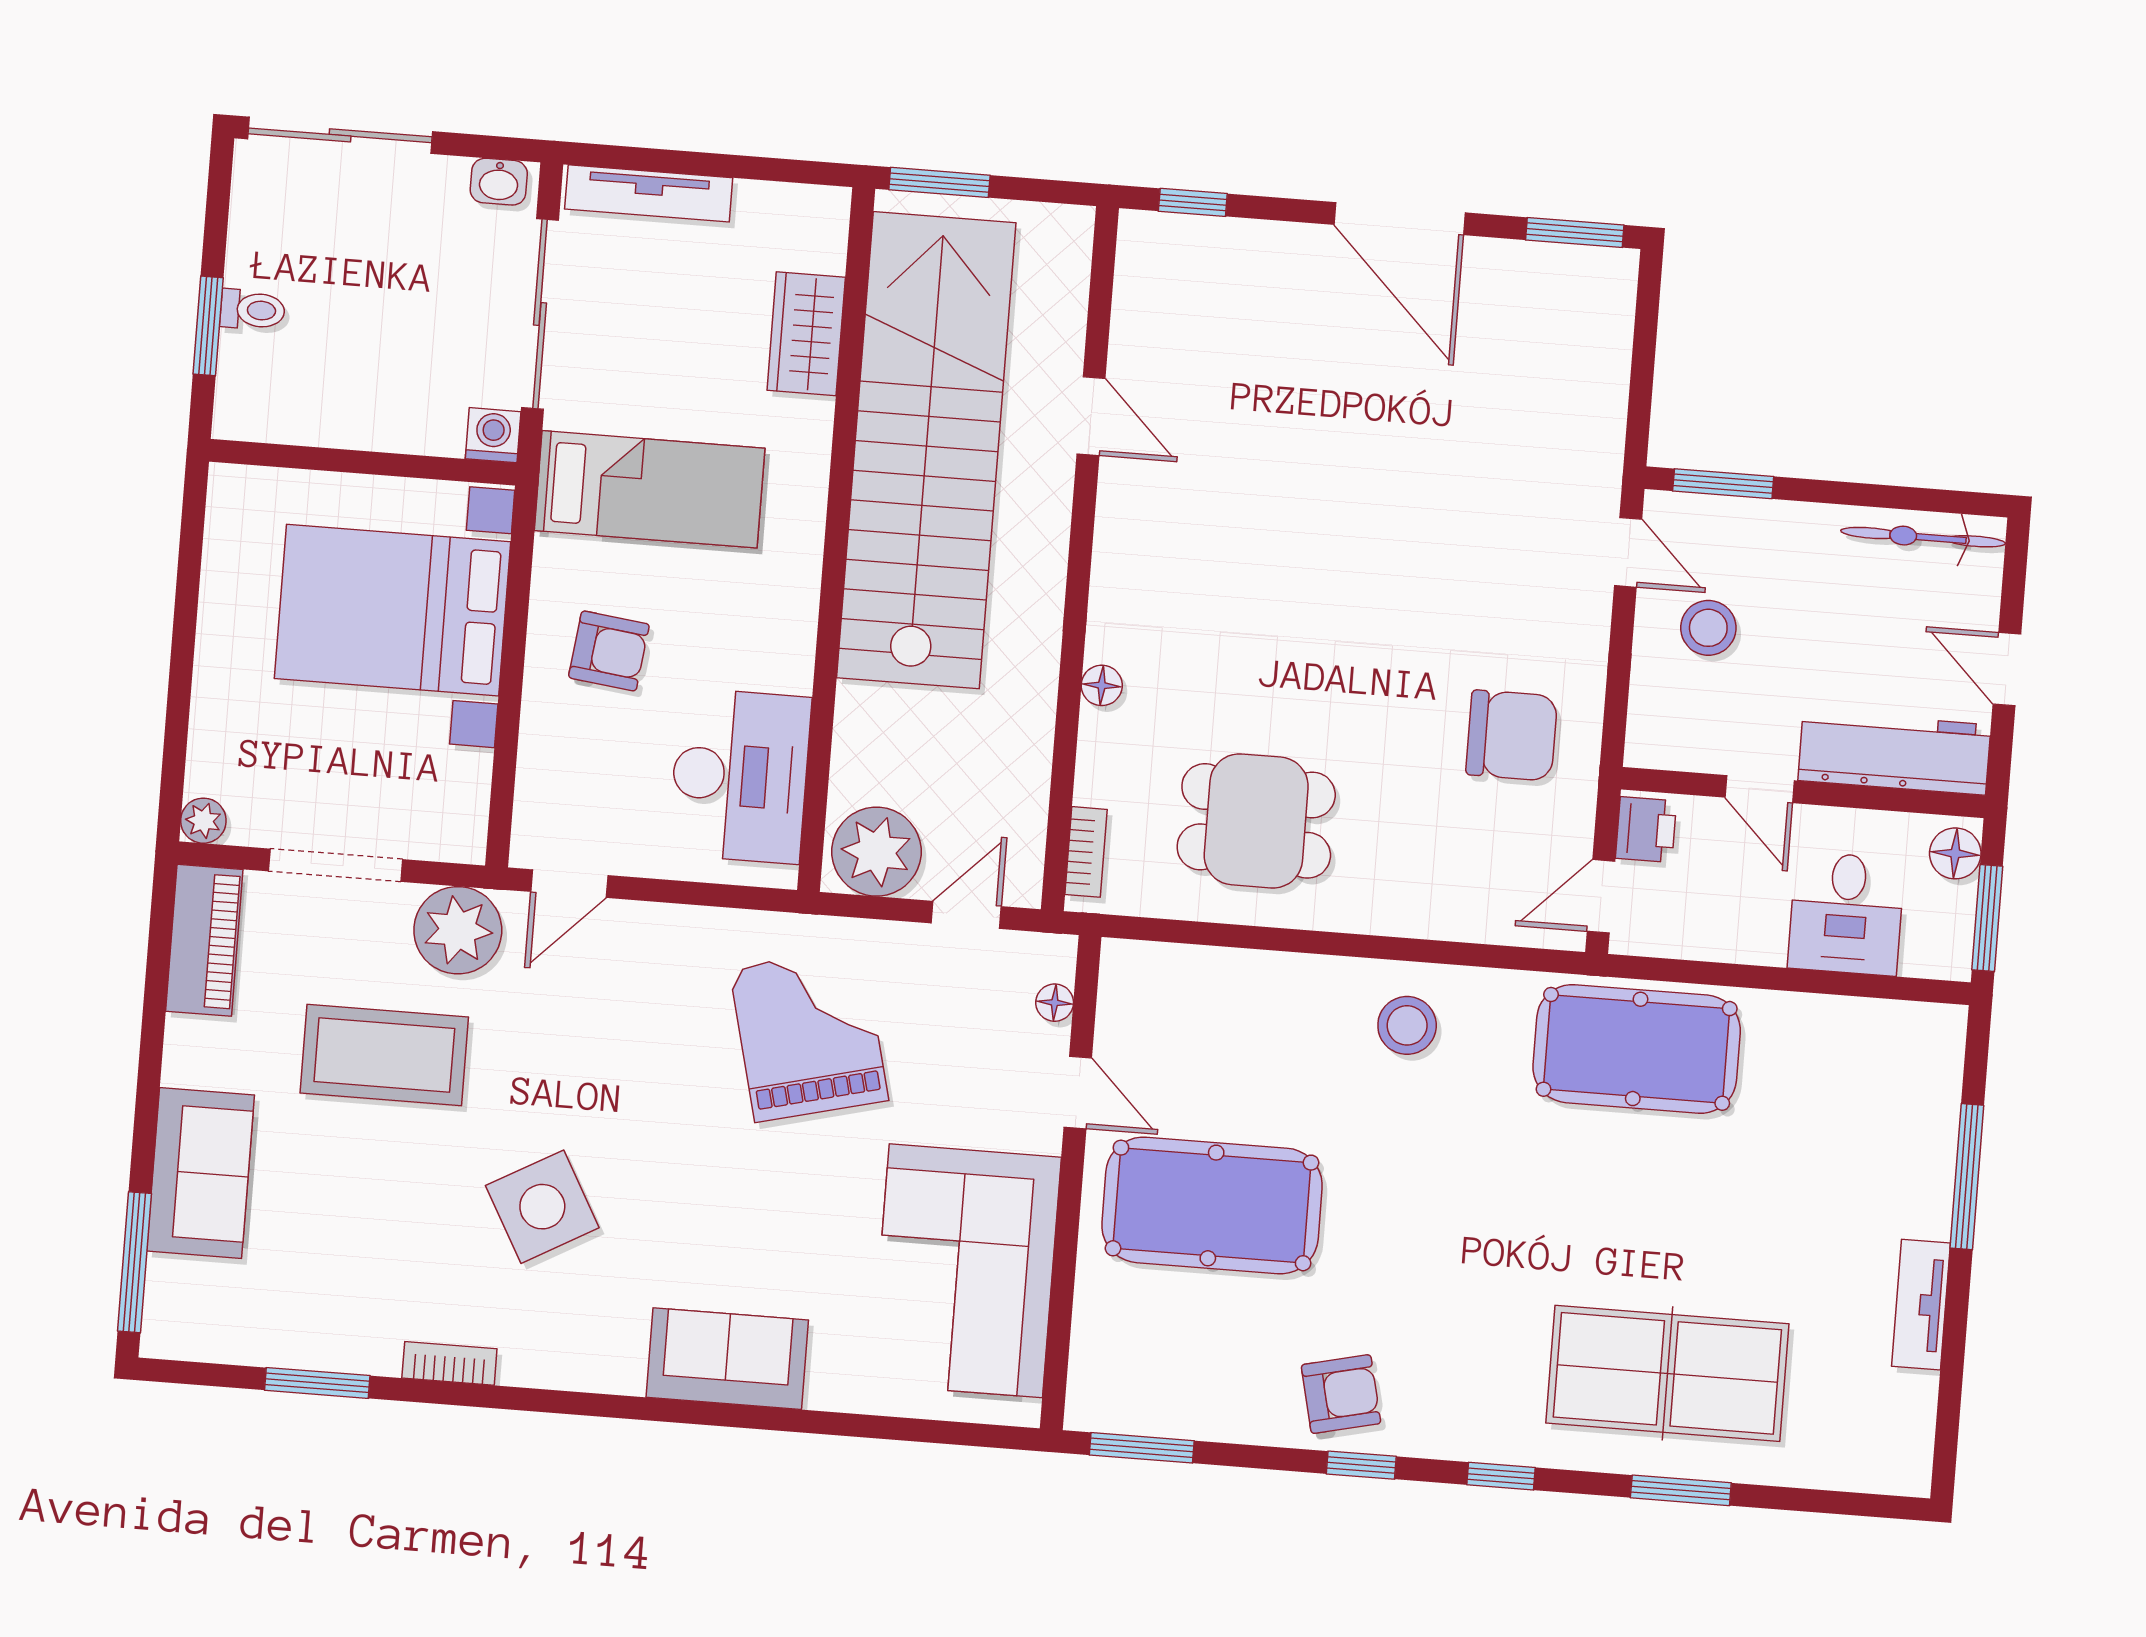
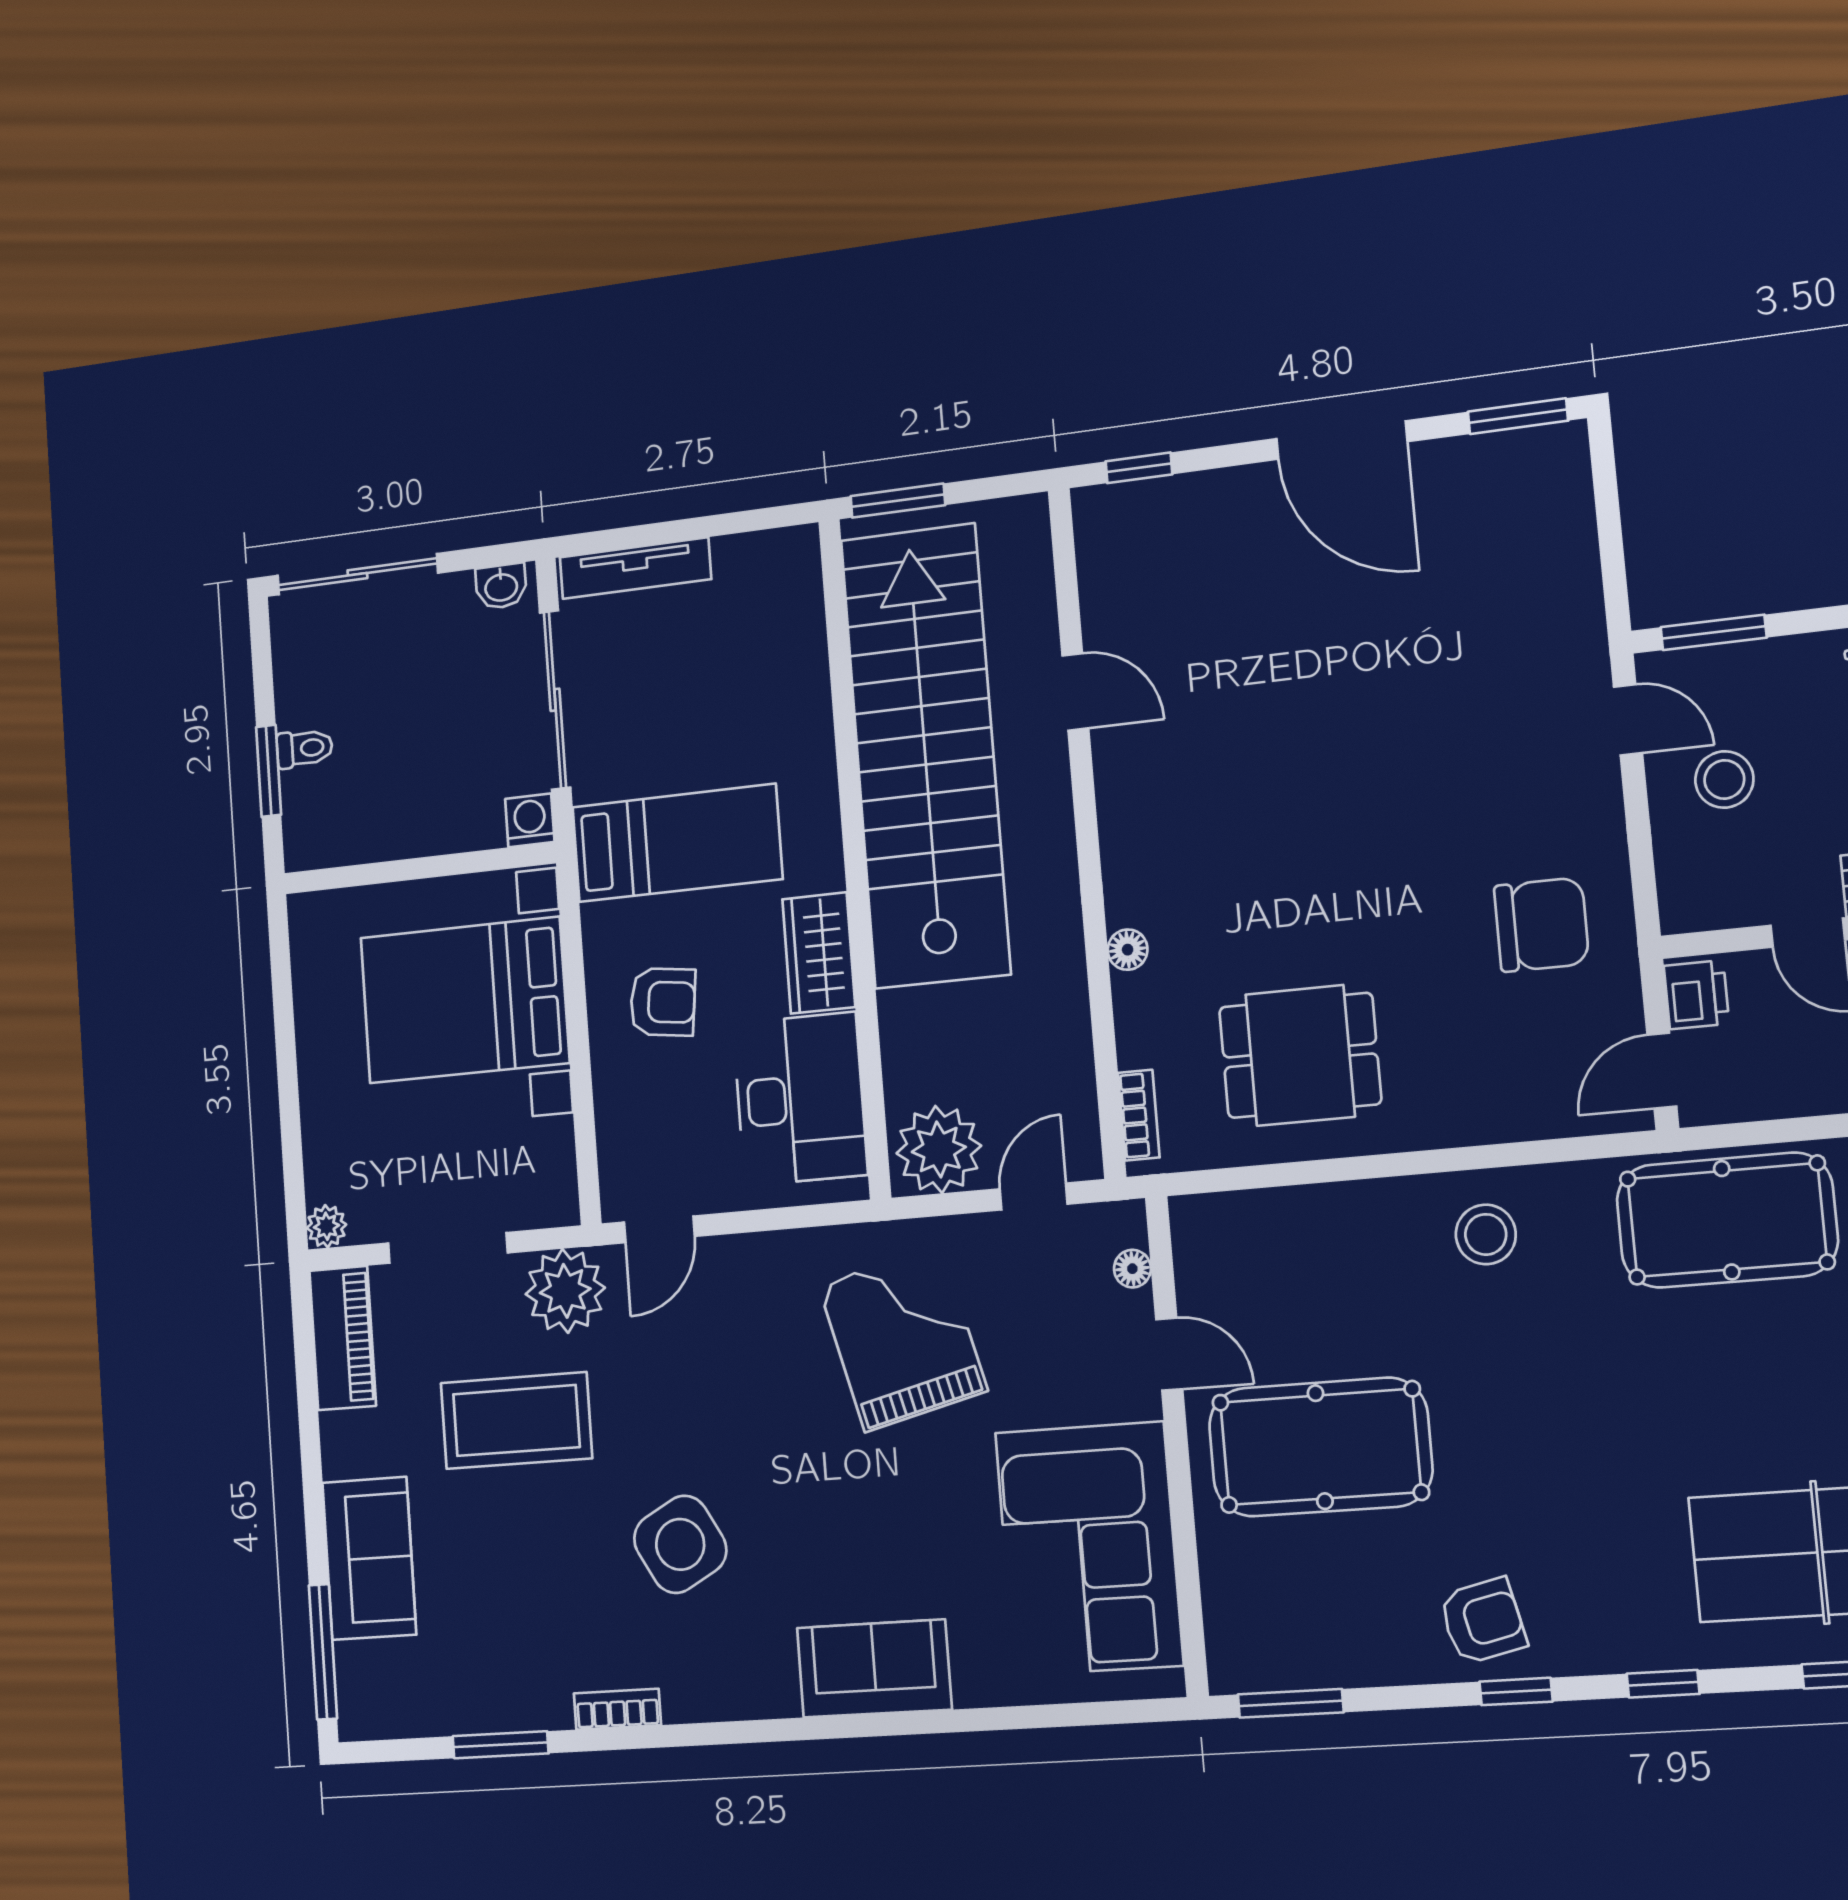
wardrobe: (806, 334) -> (819, 953), moved

